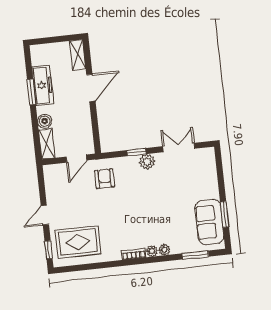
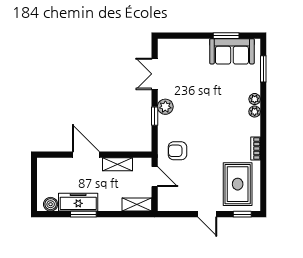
shelving: (78, 55) -> (118, 164), moved
boiler: (45, 121) -> (51, 204), moved
bookcase: (134, 254) -> (256, 149), moved

